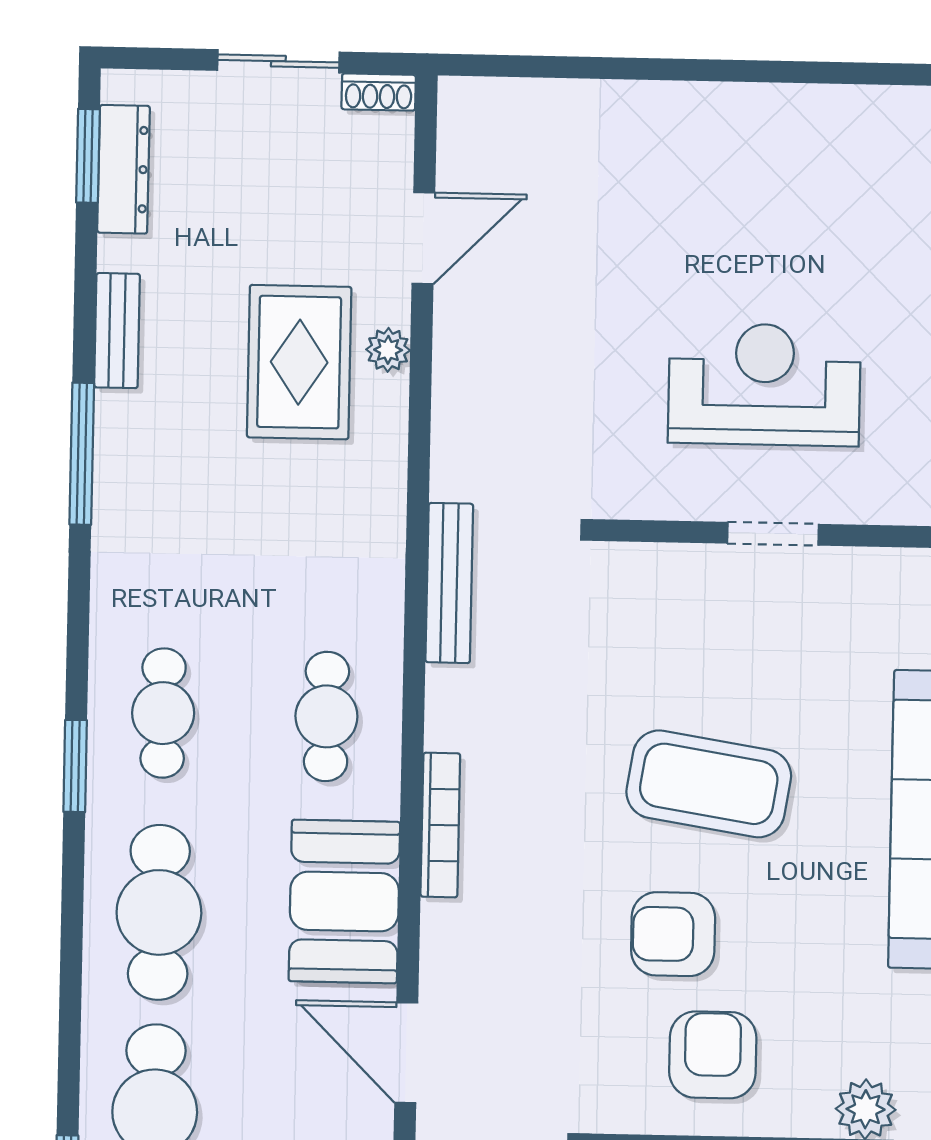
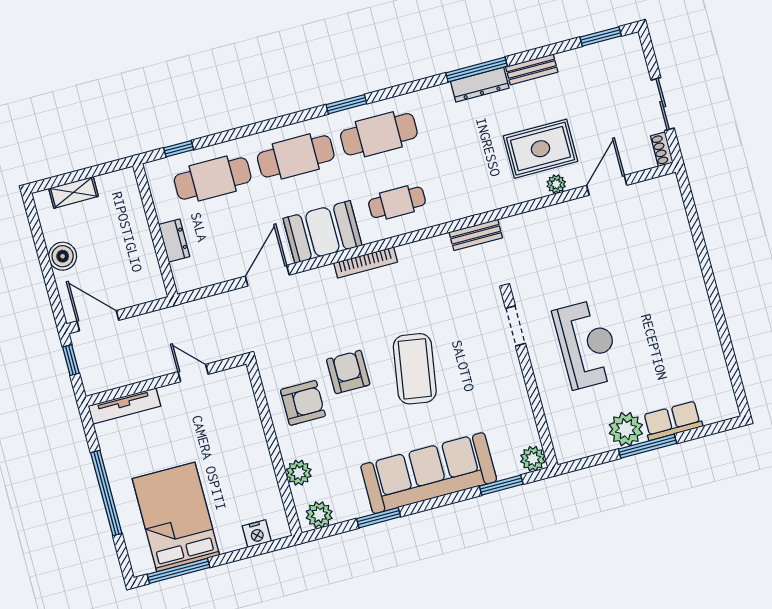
dresser: (124, 169) -> (480, 85), moved
door: (423, 238) -> (607, 185), swing flipped
doorway: (773, 534) -> (515, 326), moved
bench: (449, 583) -> (476, 235), width x0.73
cafe table: (163, 713) -> (379, 134), width x1.37, depth x1.35

